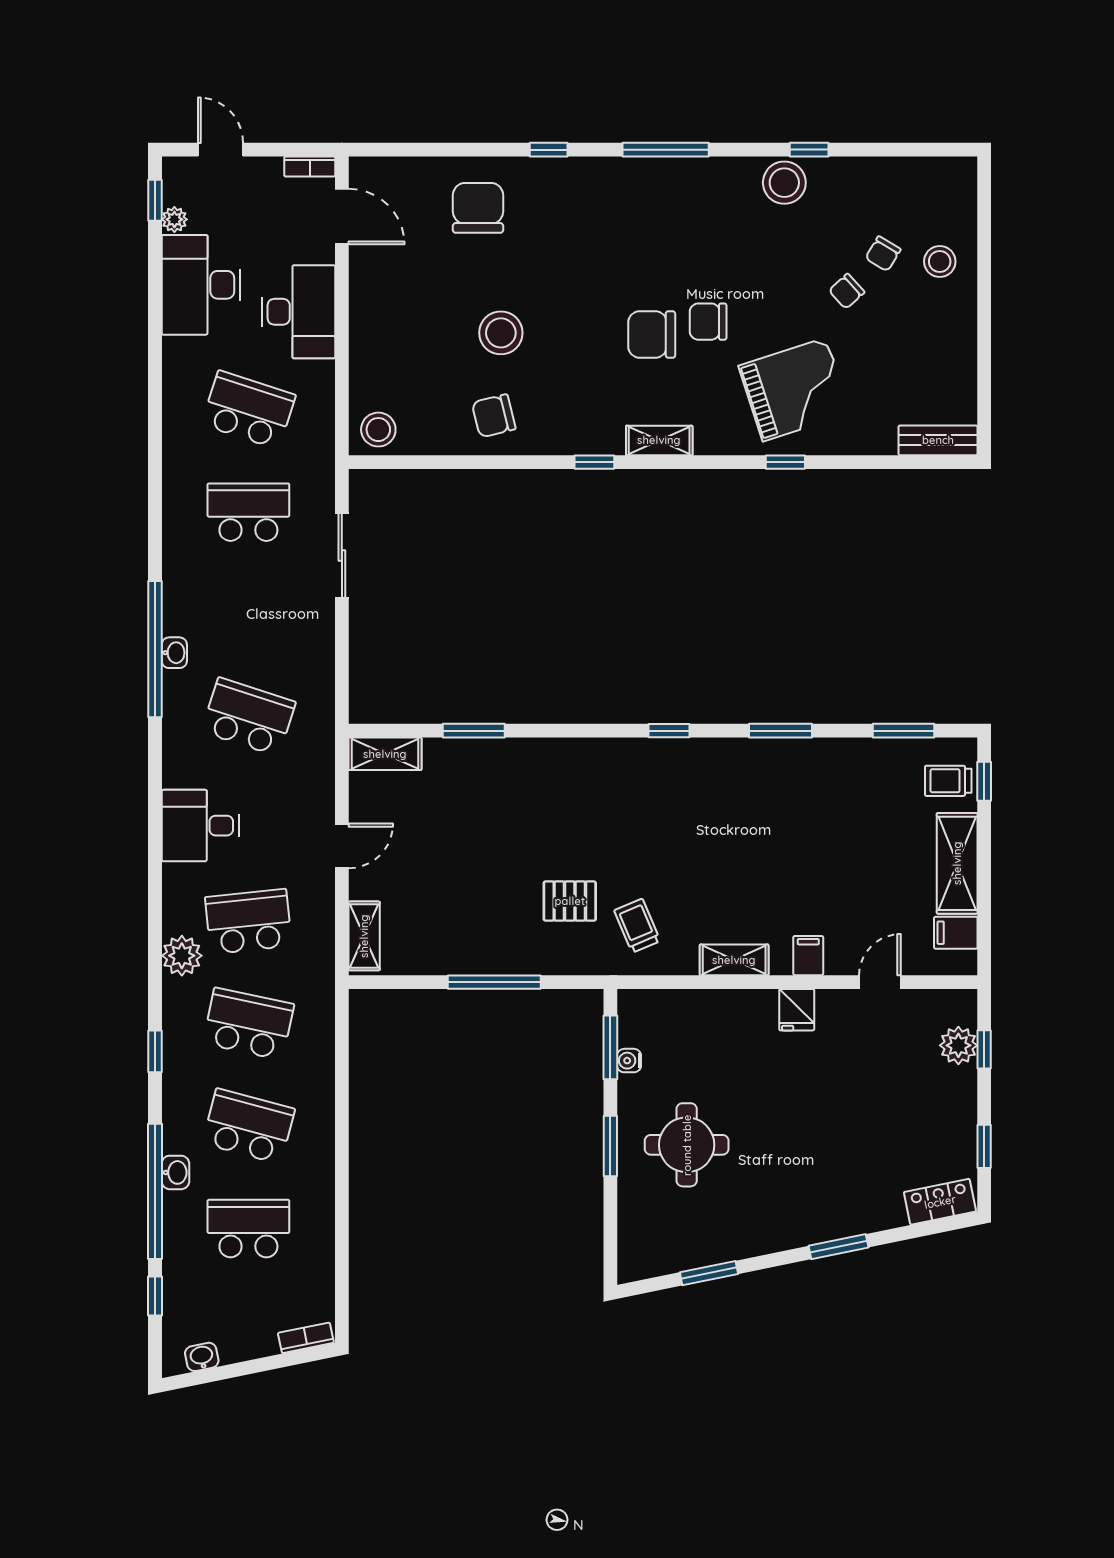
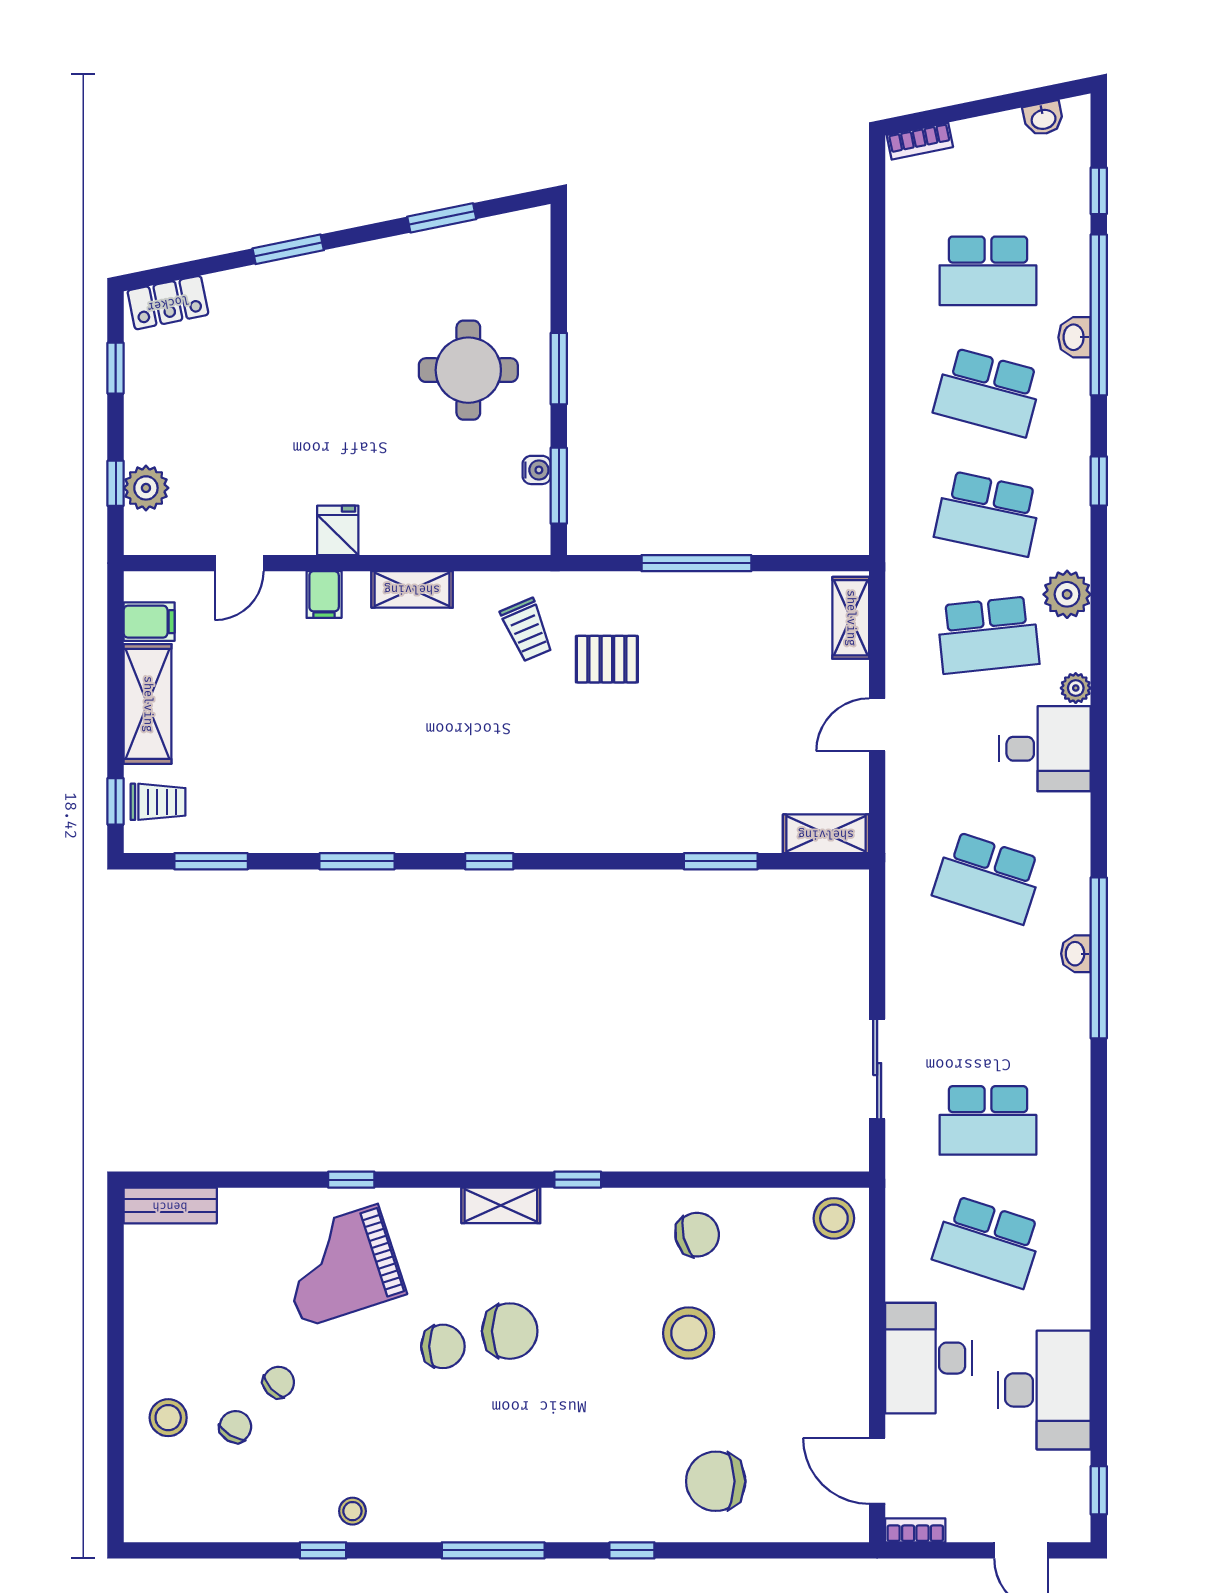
stool: (784, 183) -> (352, 1511), width x0.53, depth x0.53
chair: (478, 208) -> (716, 1481), turned 90
plant: (174, 219) -> (1076, 688), moved

